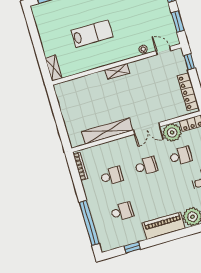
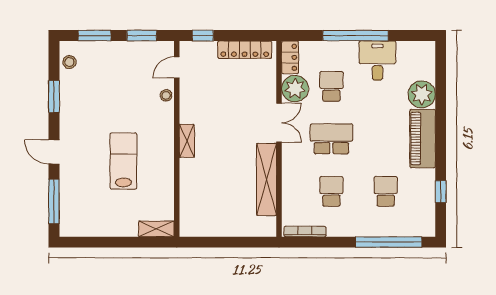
school desk: (146, 166) -> (331, 139), width x1.85

